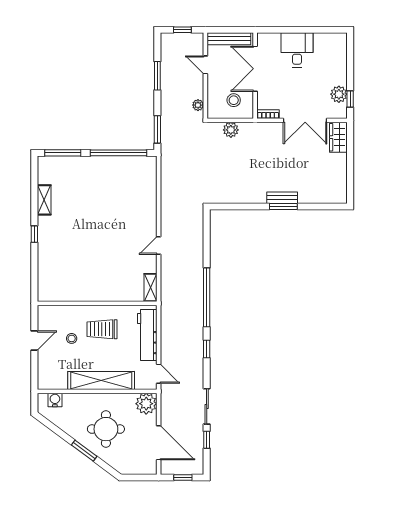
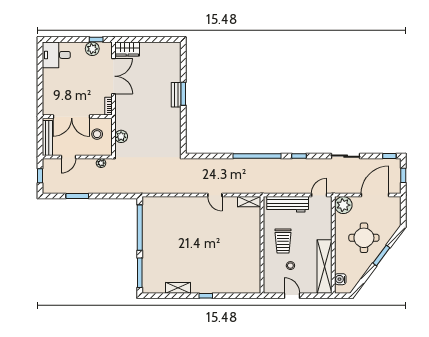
desk: (297, 50) -> (56, 55), moved
window: (157, 129) -> (121, 196), removed
shelving: (101, 380) -> (325, 267), moved
window: (207, 440) -> (389, 156), moved

